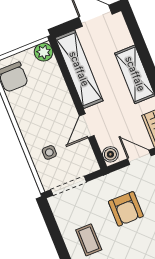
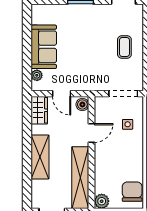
armchair: (126, 209) -> (87, 59), removed

